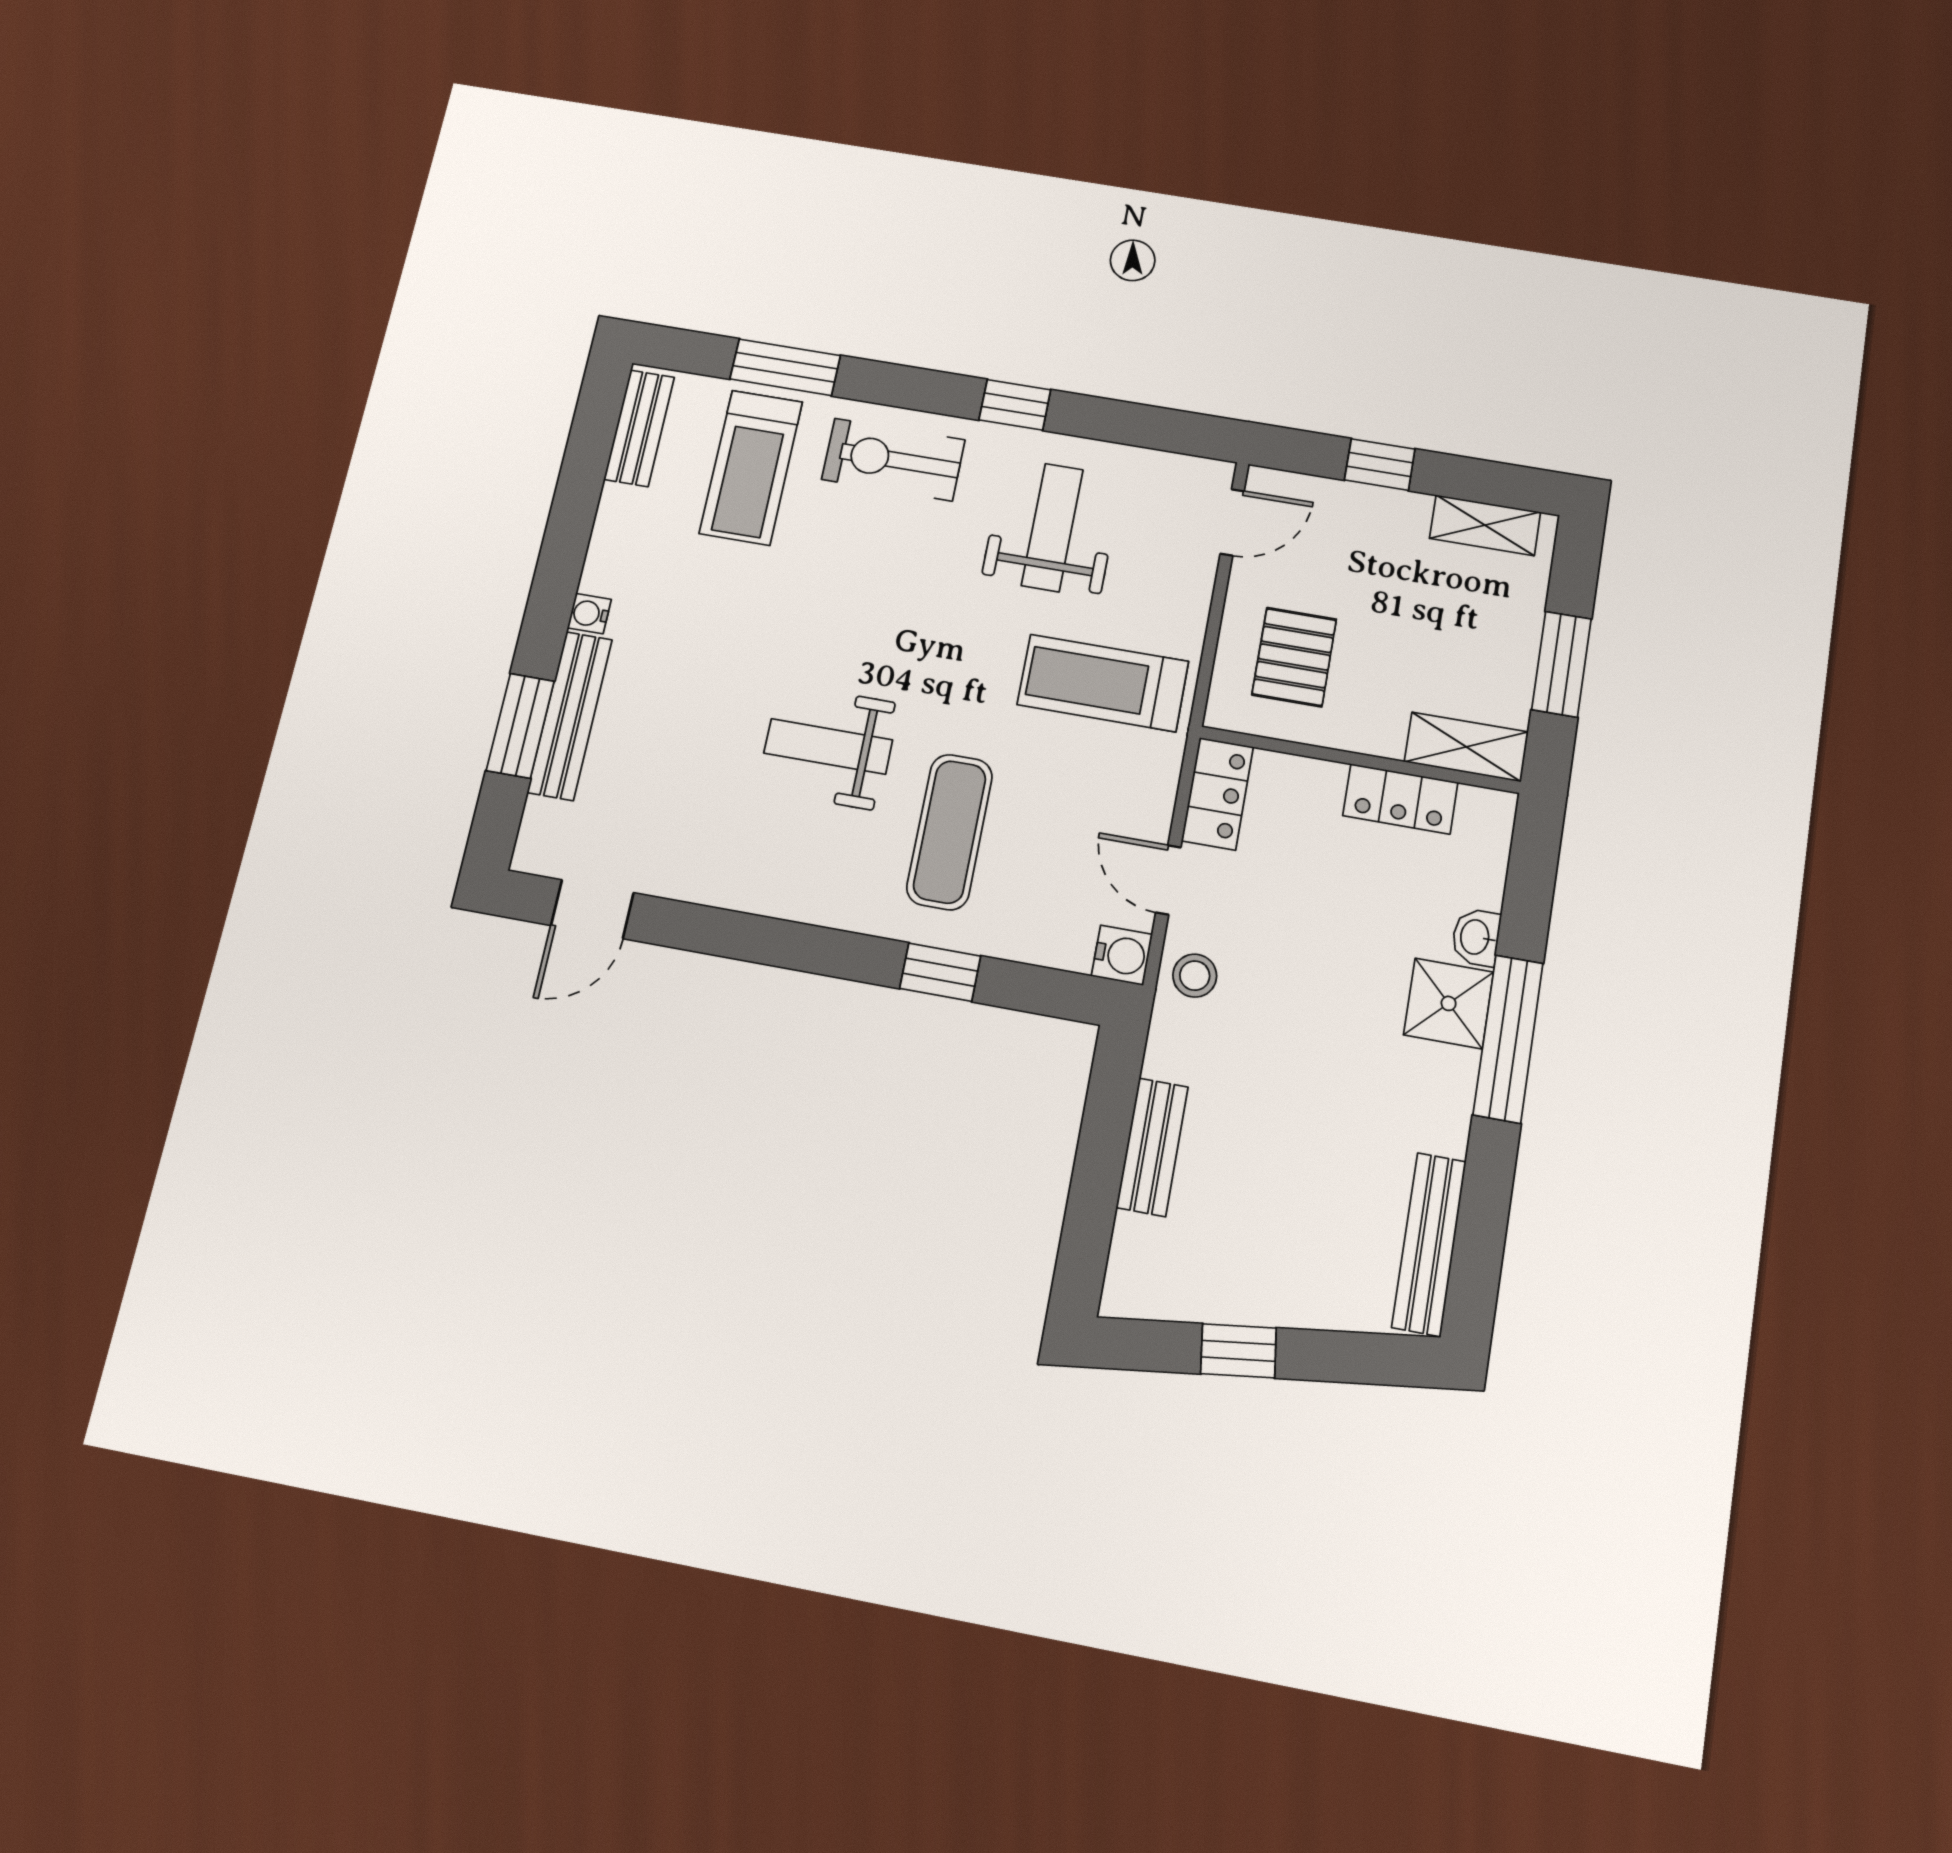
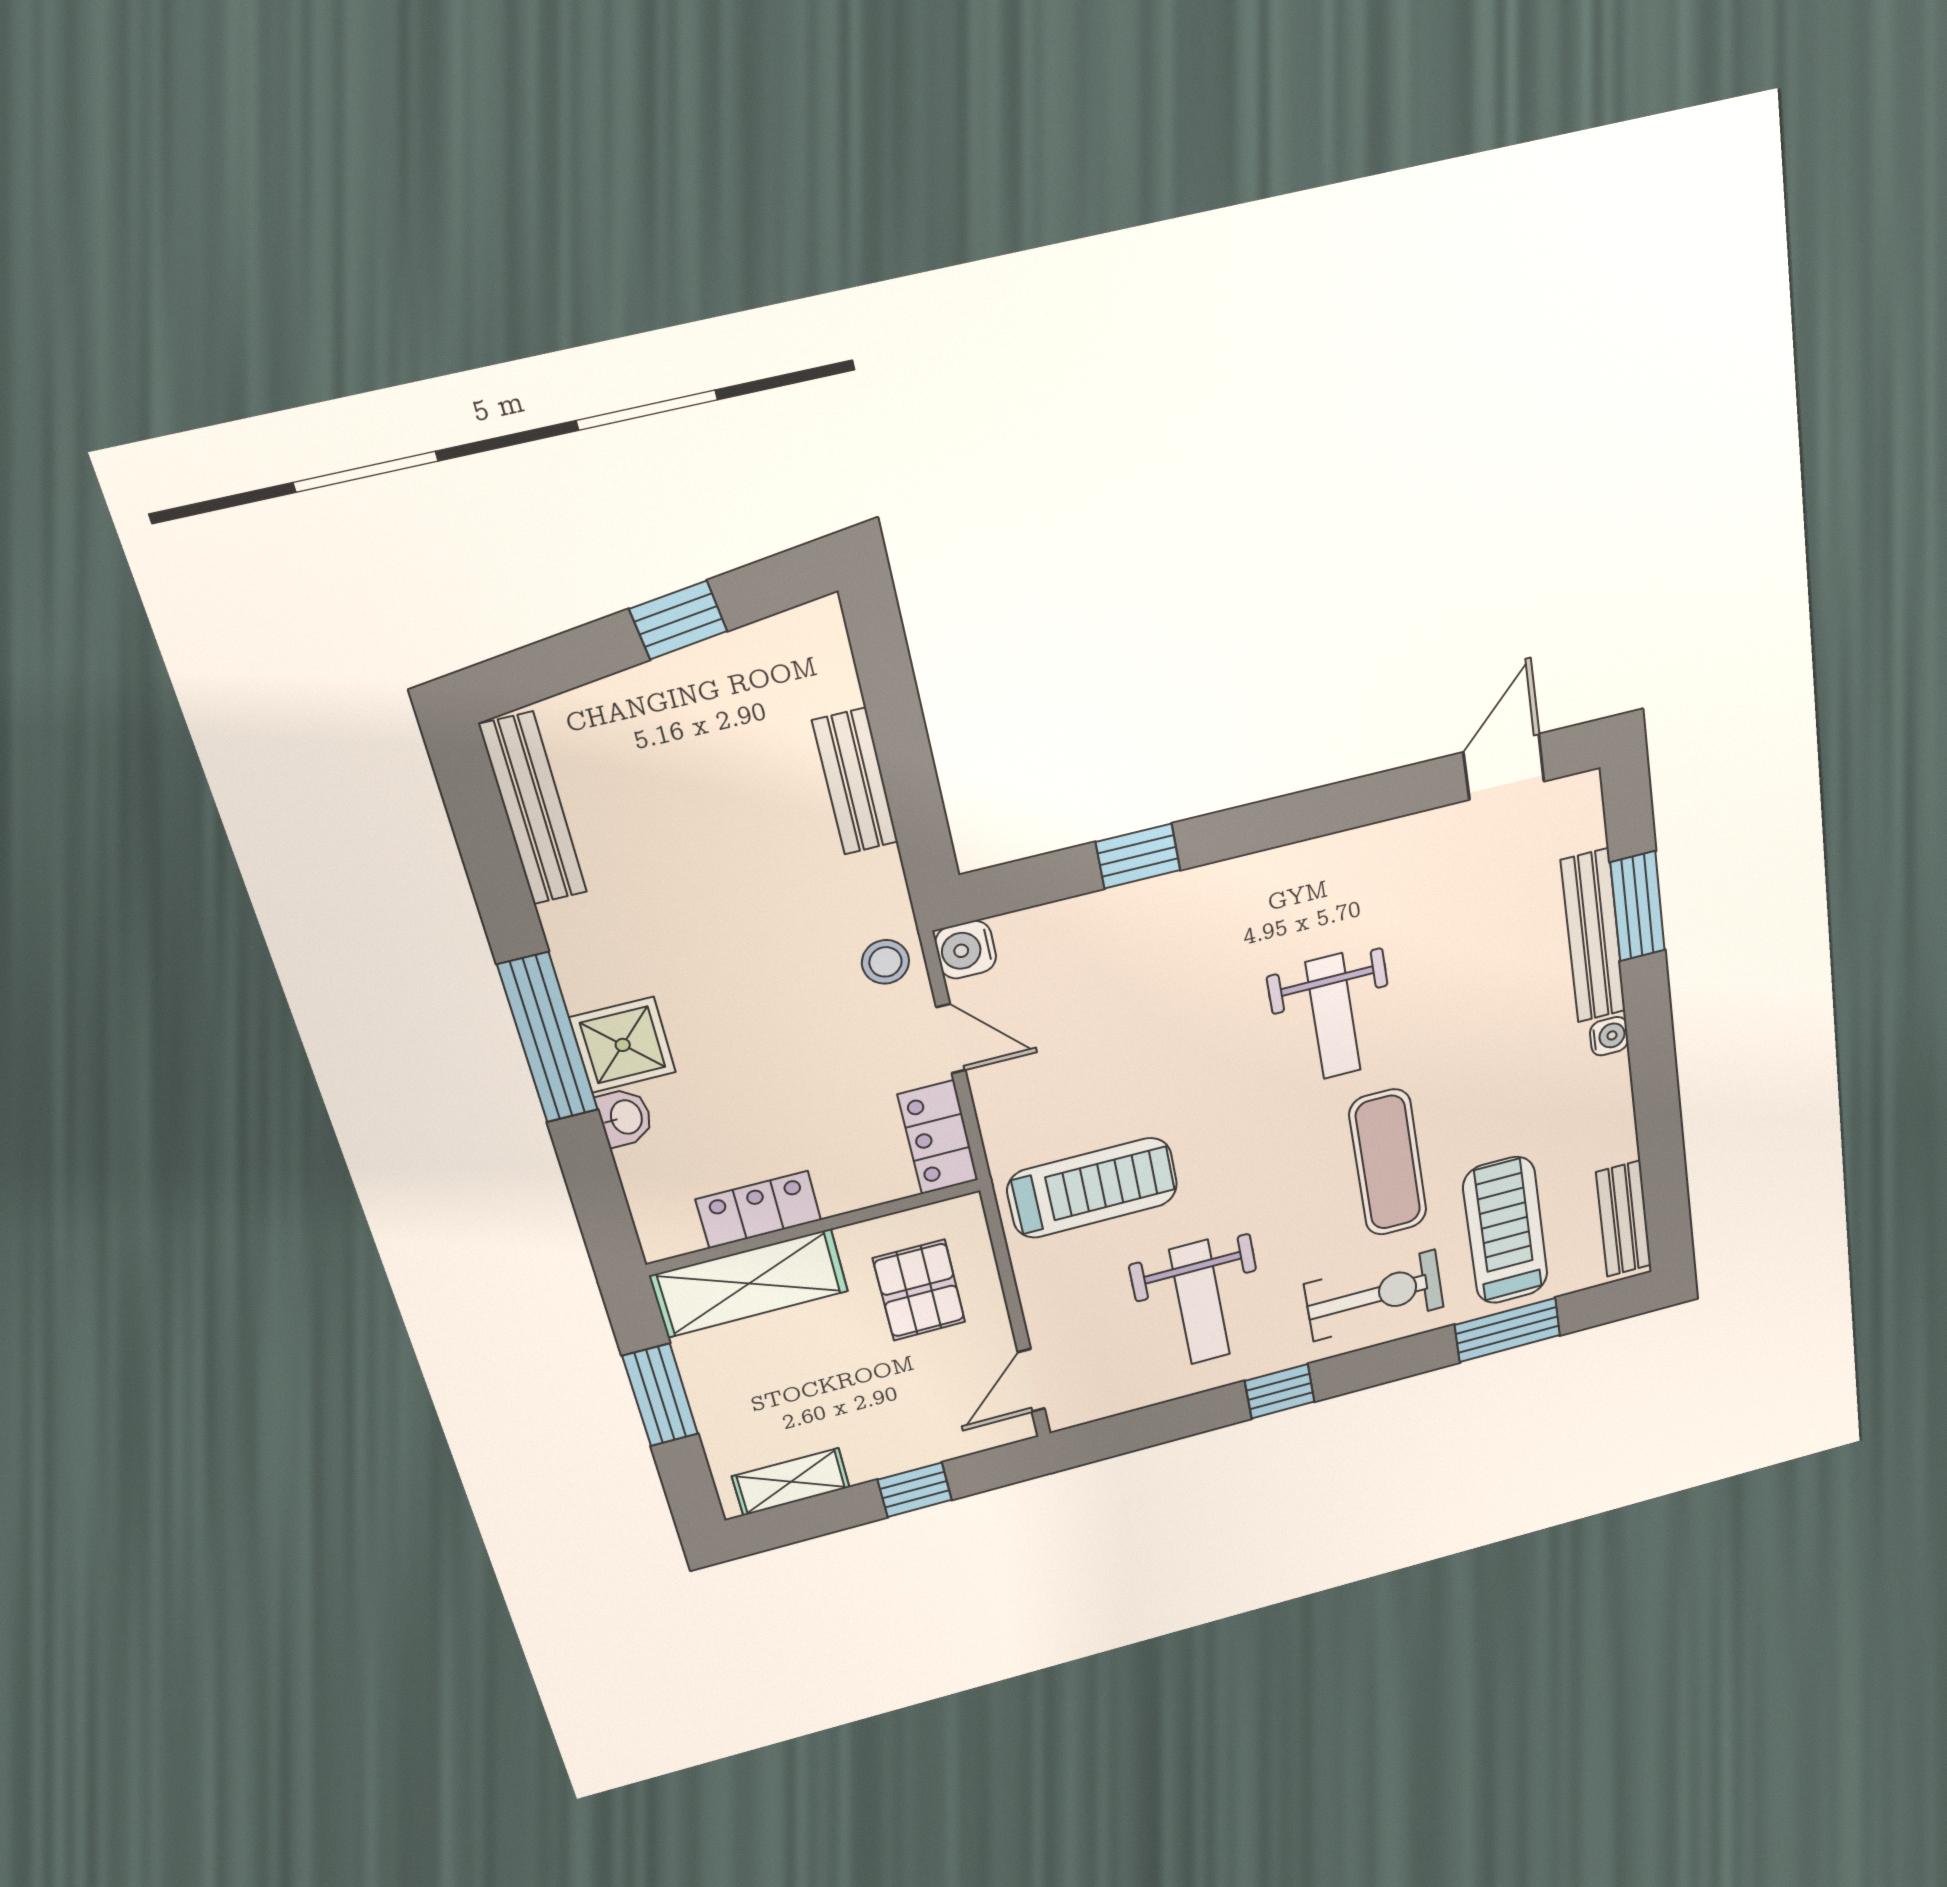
weight bench: (828, 746) -> (1333, 1016), turned 90
shelving: (1466, 747) -> (749, 1283), width x1.50, depth x1.33
exercise mat: (950, 832) -> (1388, 1163), moved

